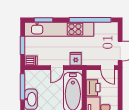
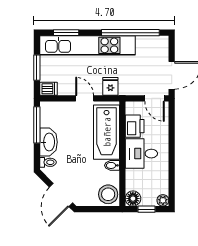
door: (57, 68) -> (85, 98), swing flipped

